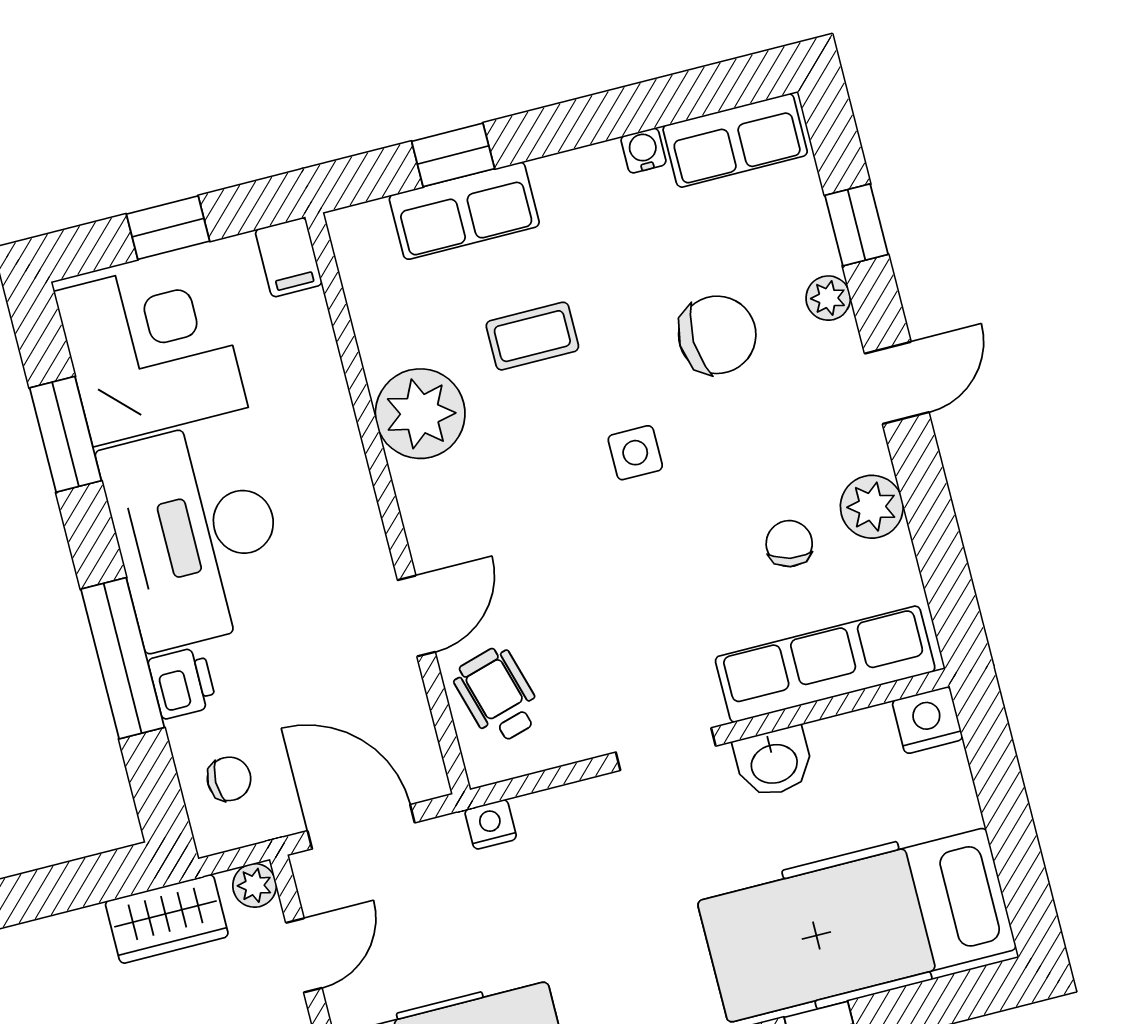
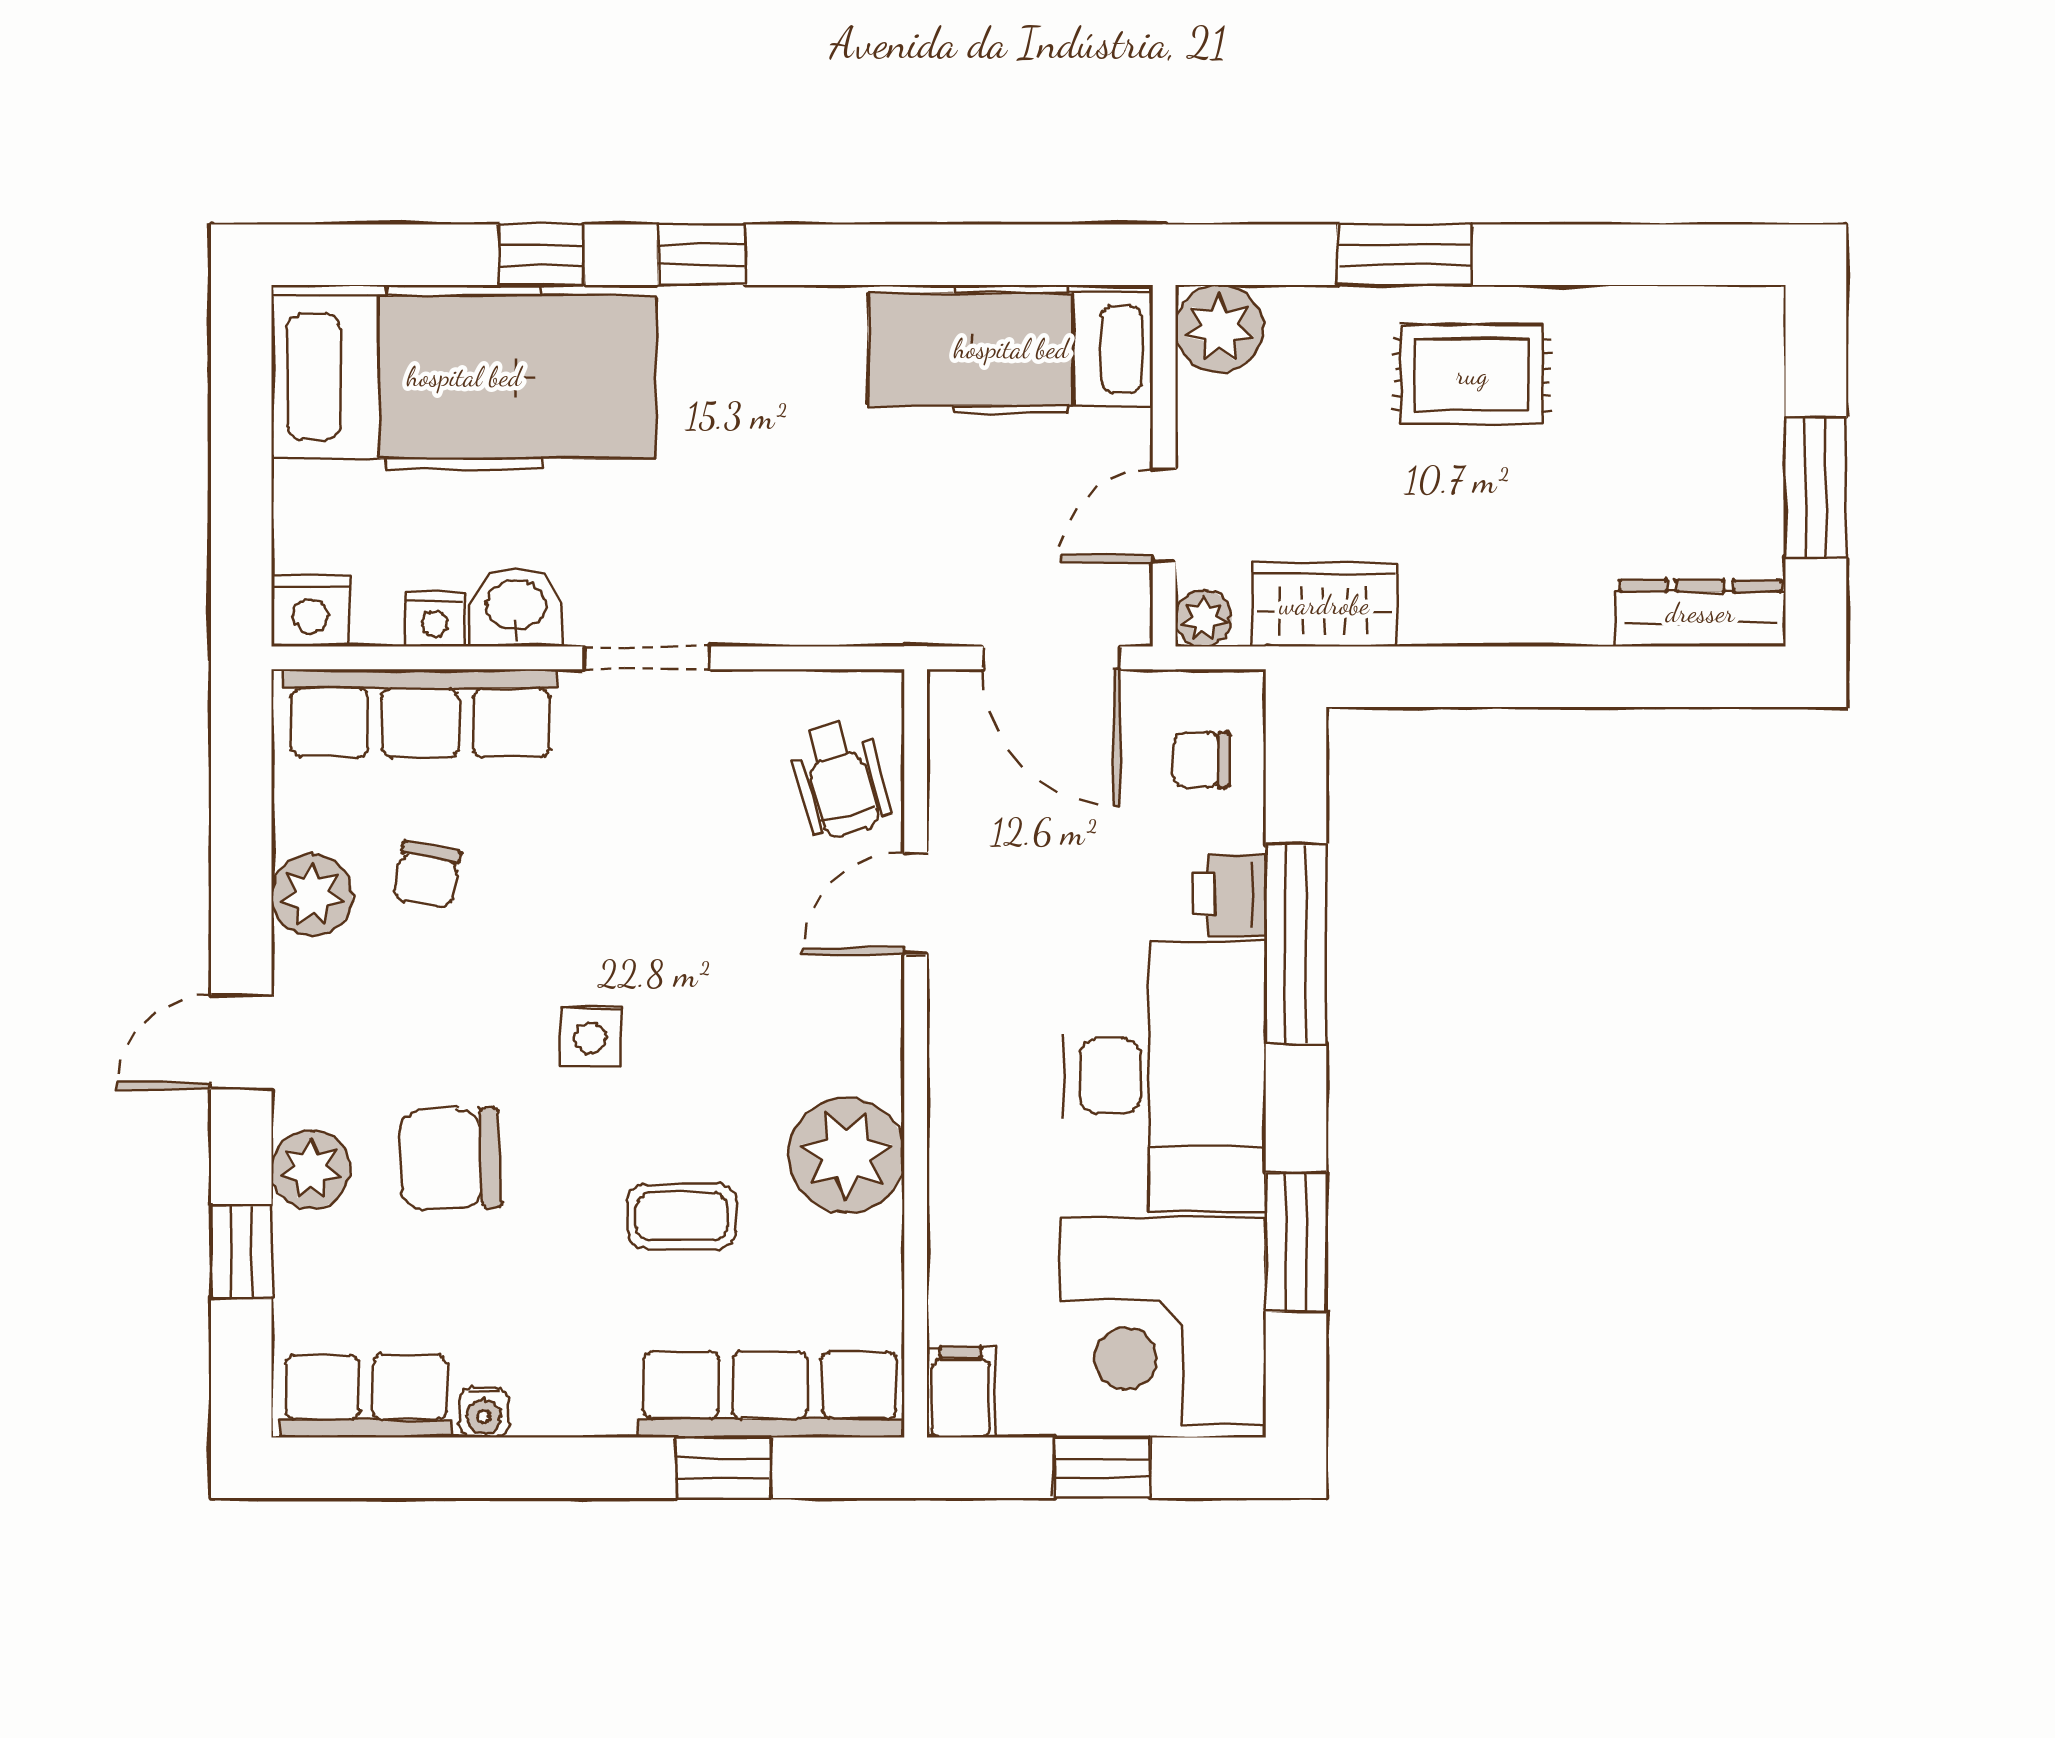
row of seats: (464, 211) -> (770, 1394), width x1.48
plant: (828, 298) -> (311, 1169), width x1.38, depth x1.38
nightstand: (491, 824) -> (435, 620), moved

